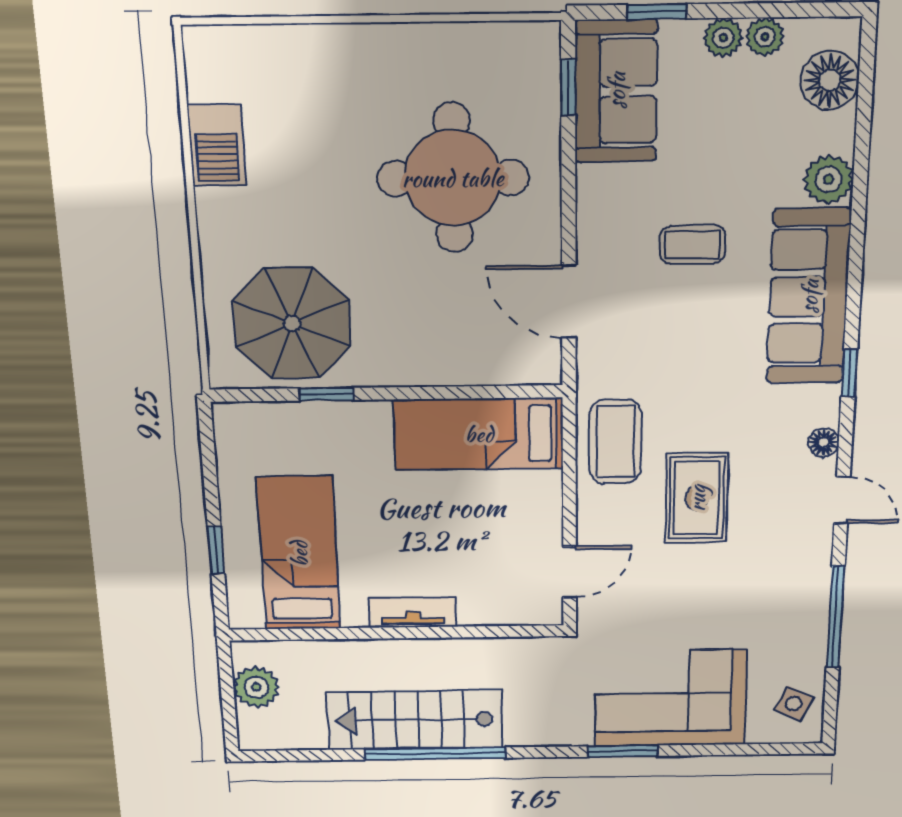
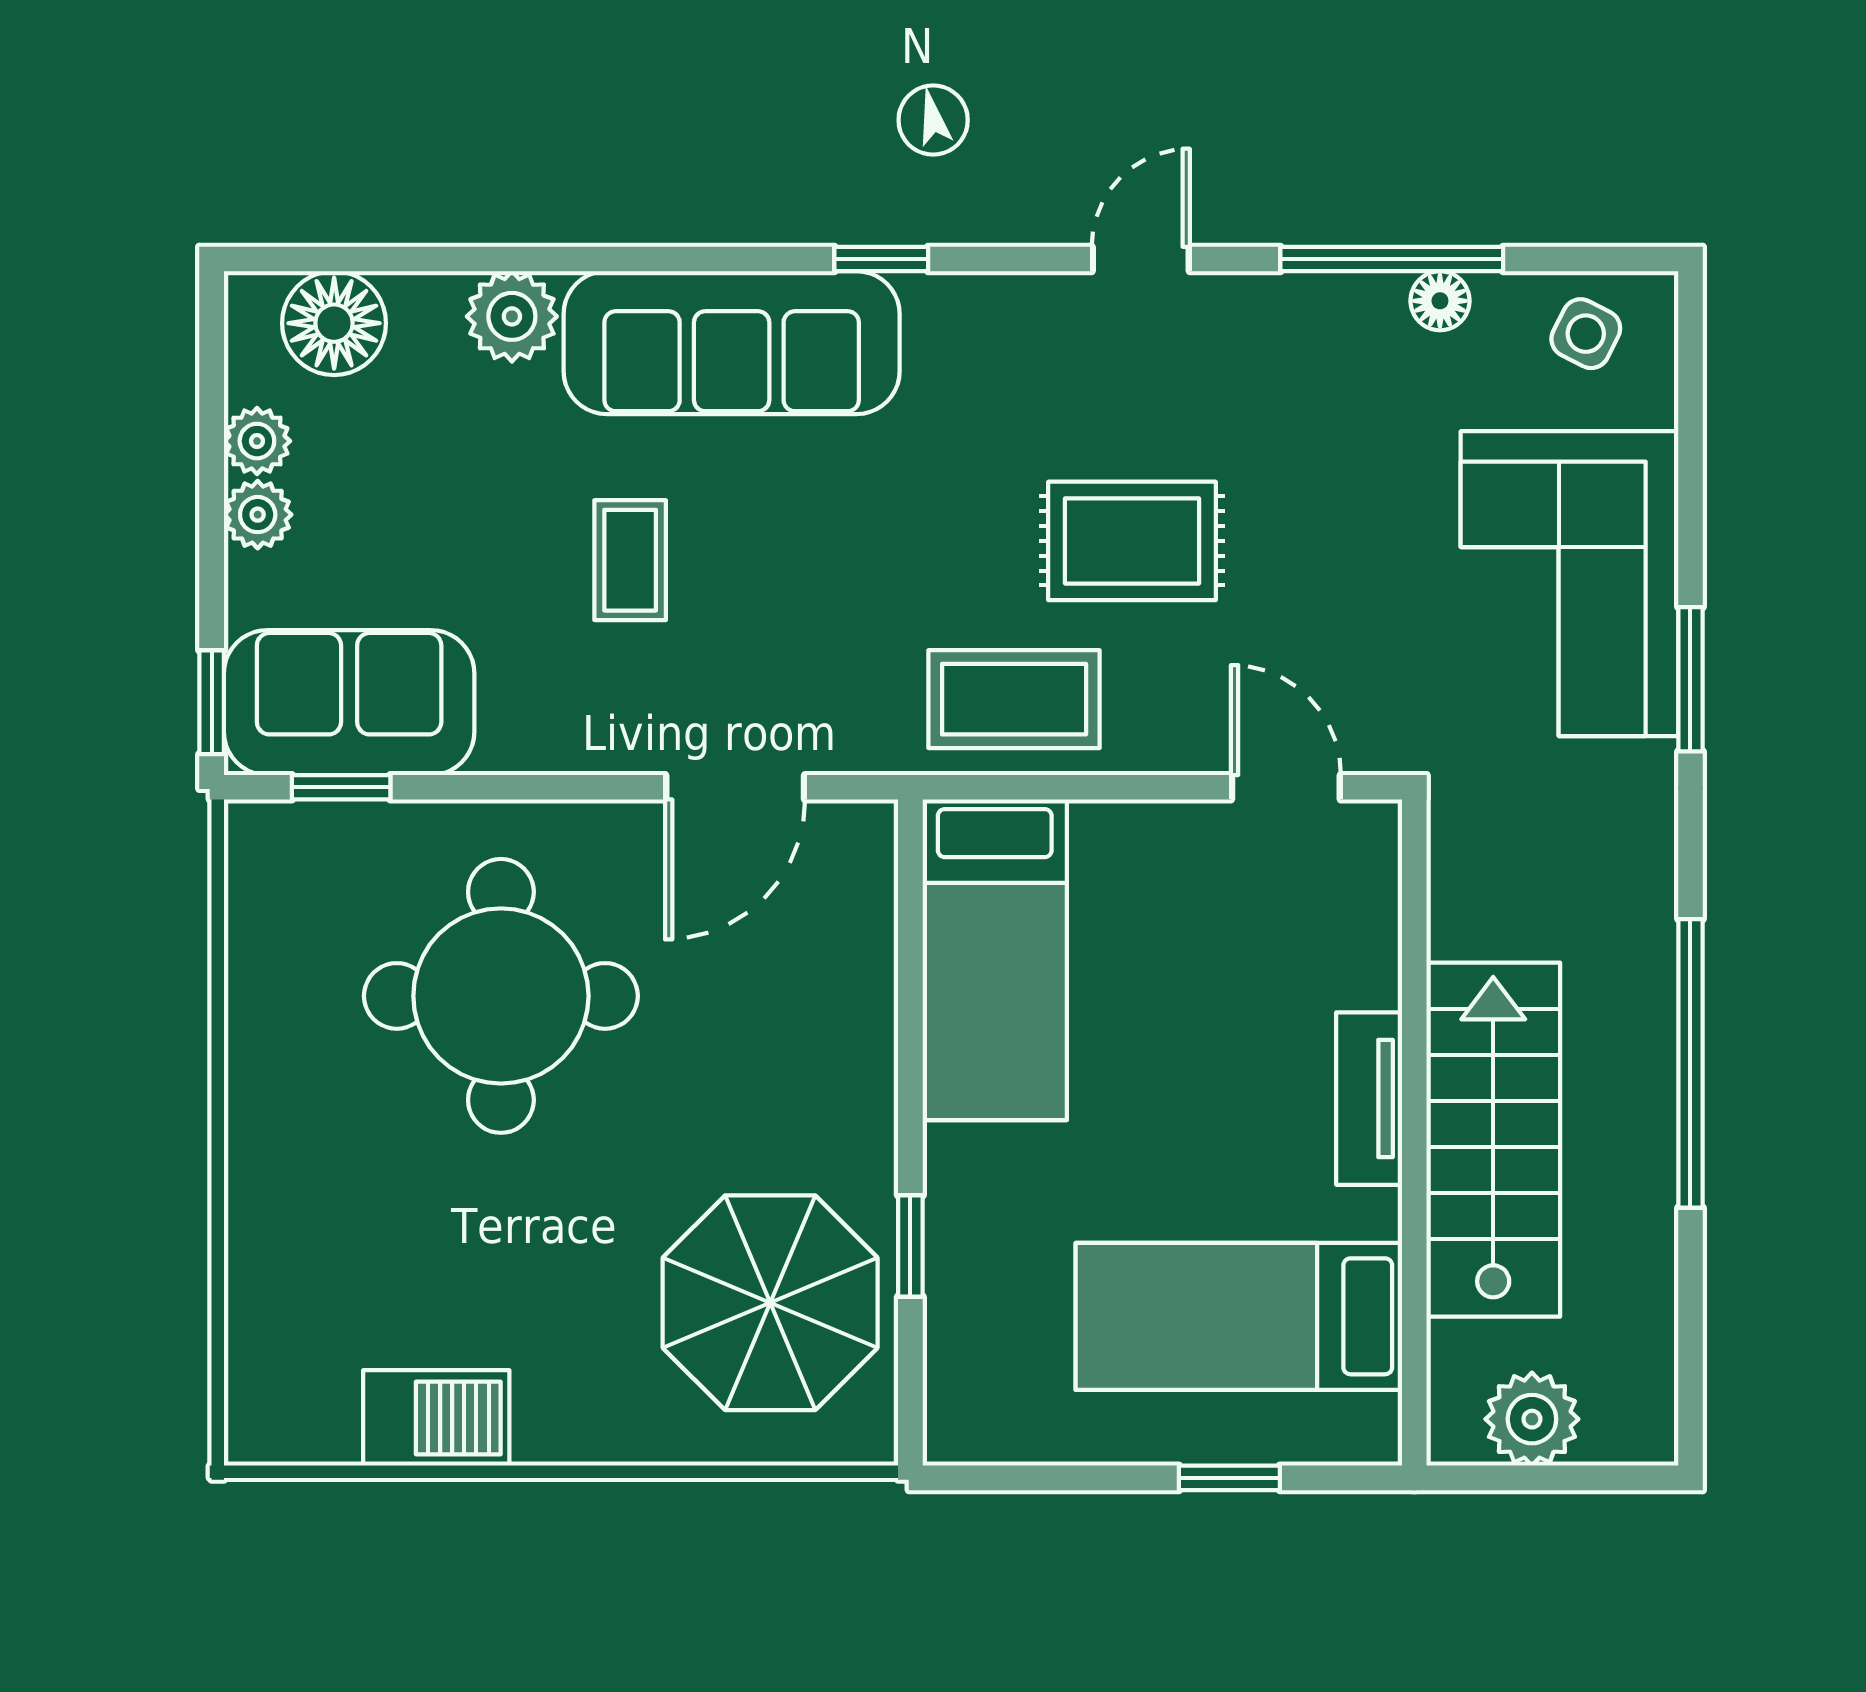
window: (657, 12) -> (212, 702), moved
floor lamp: (824, 442) -> (1440, 301), moved
stairs: (415, 720) -> (1493, 1140), moved, turned 180

